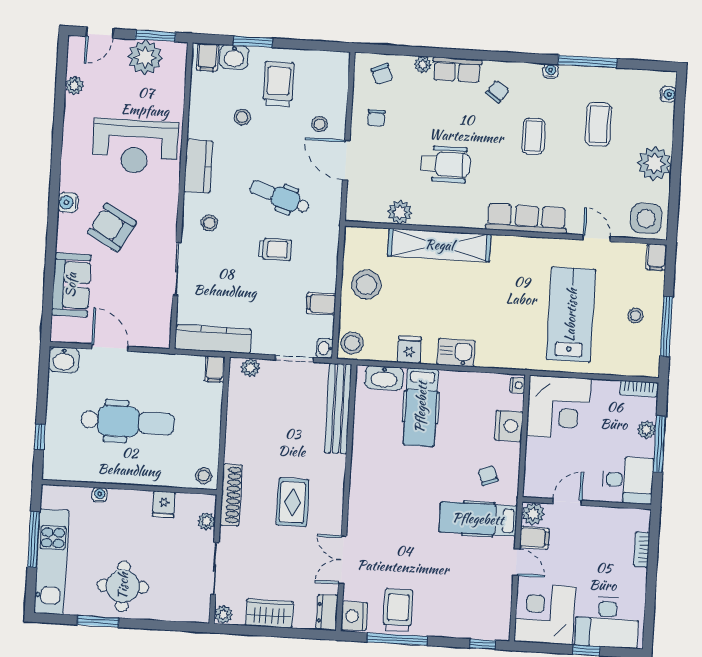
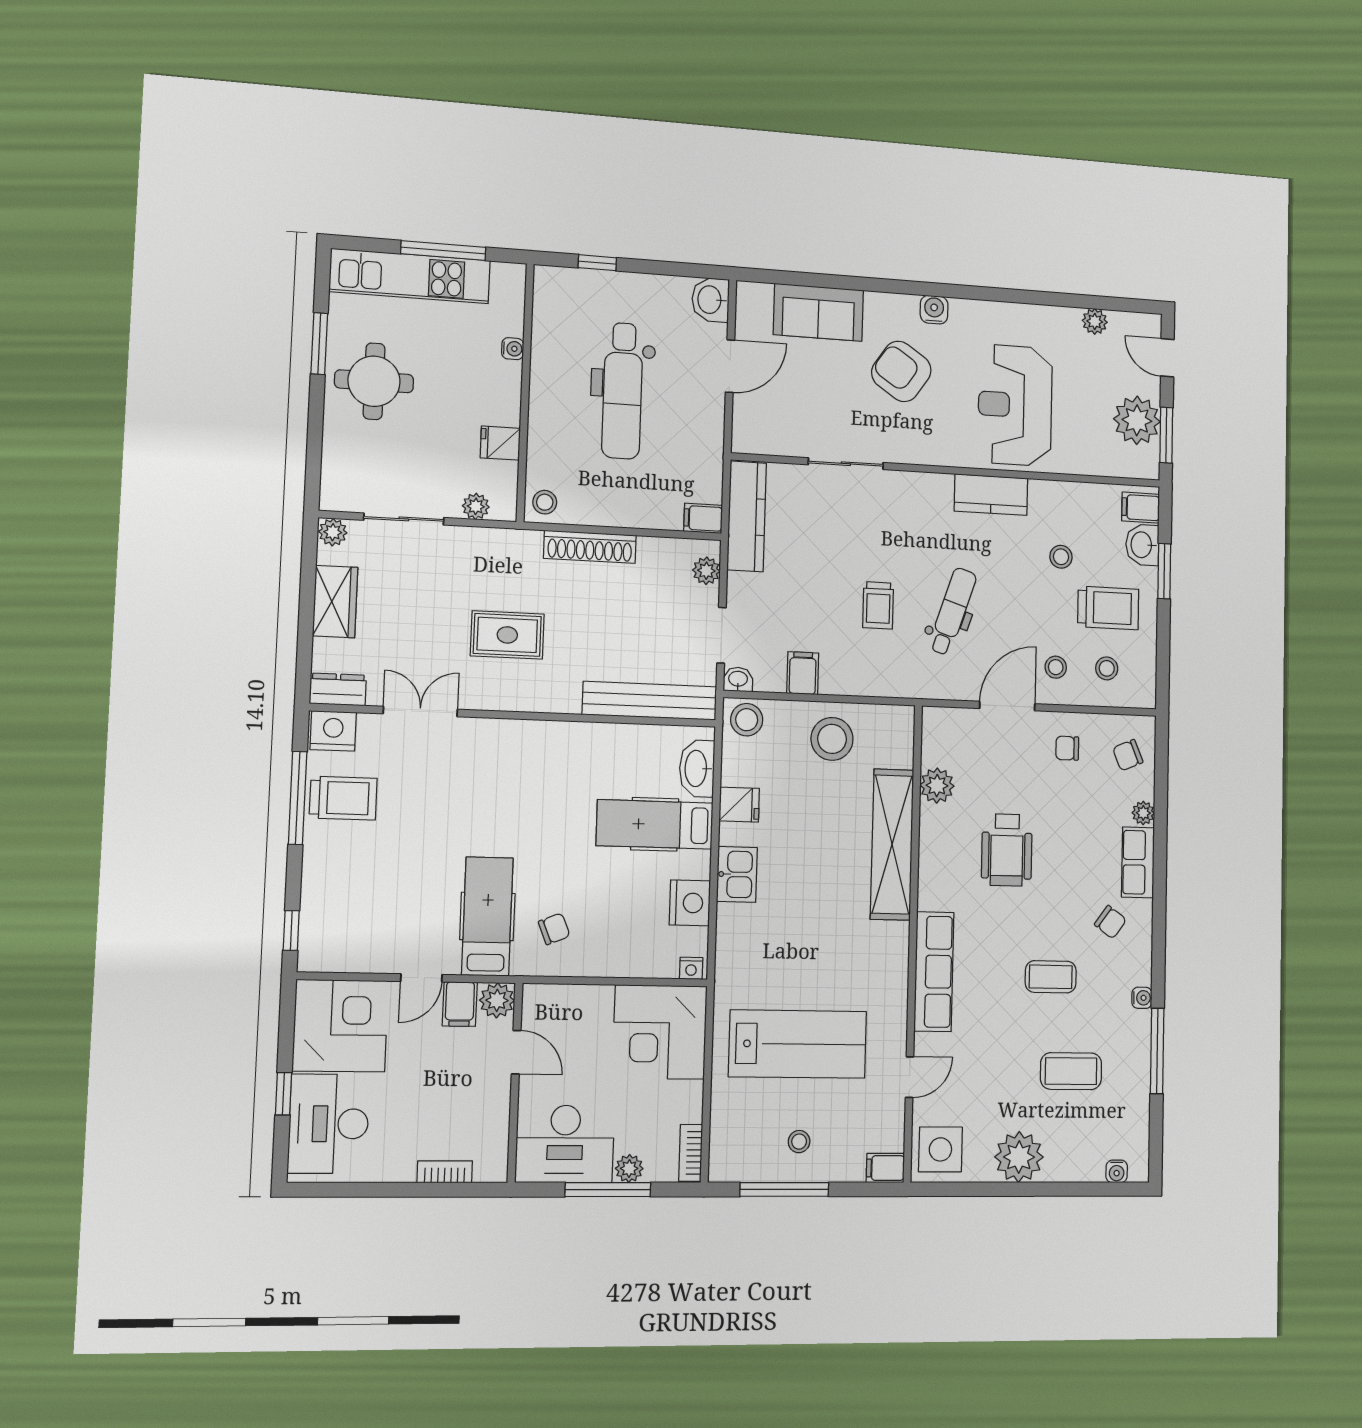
stool: (209, 223) -> (1107, 668), moved
armchair: (112, 227) -> (901, 371), turned -85
nightstand: (509, 426) -> (690, 903), moved, turned -90
desk: (628, 480) -> (565, 1144), width x1.37
shoe rack: (231, 495) -> (590, 547), moved

